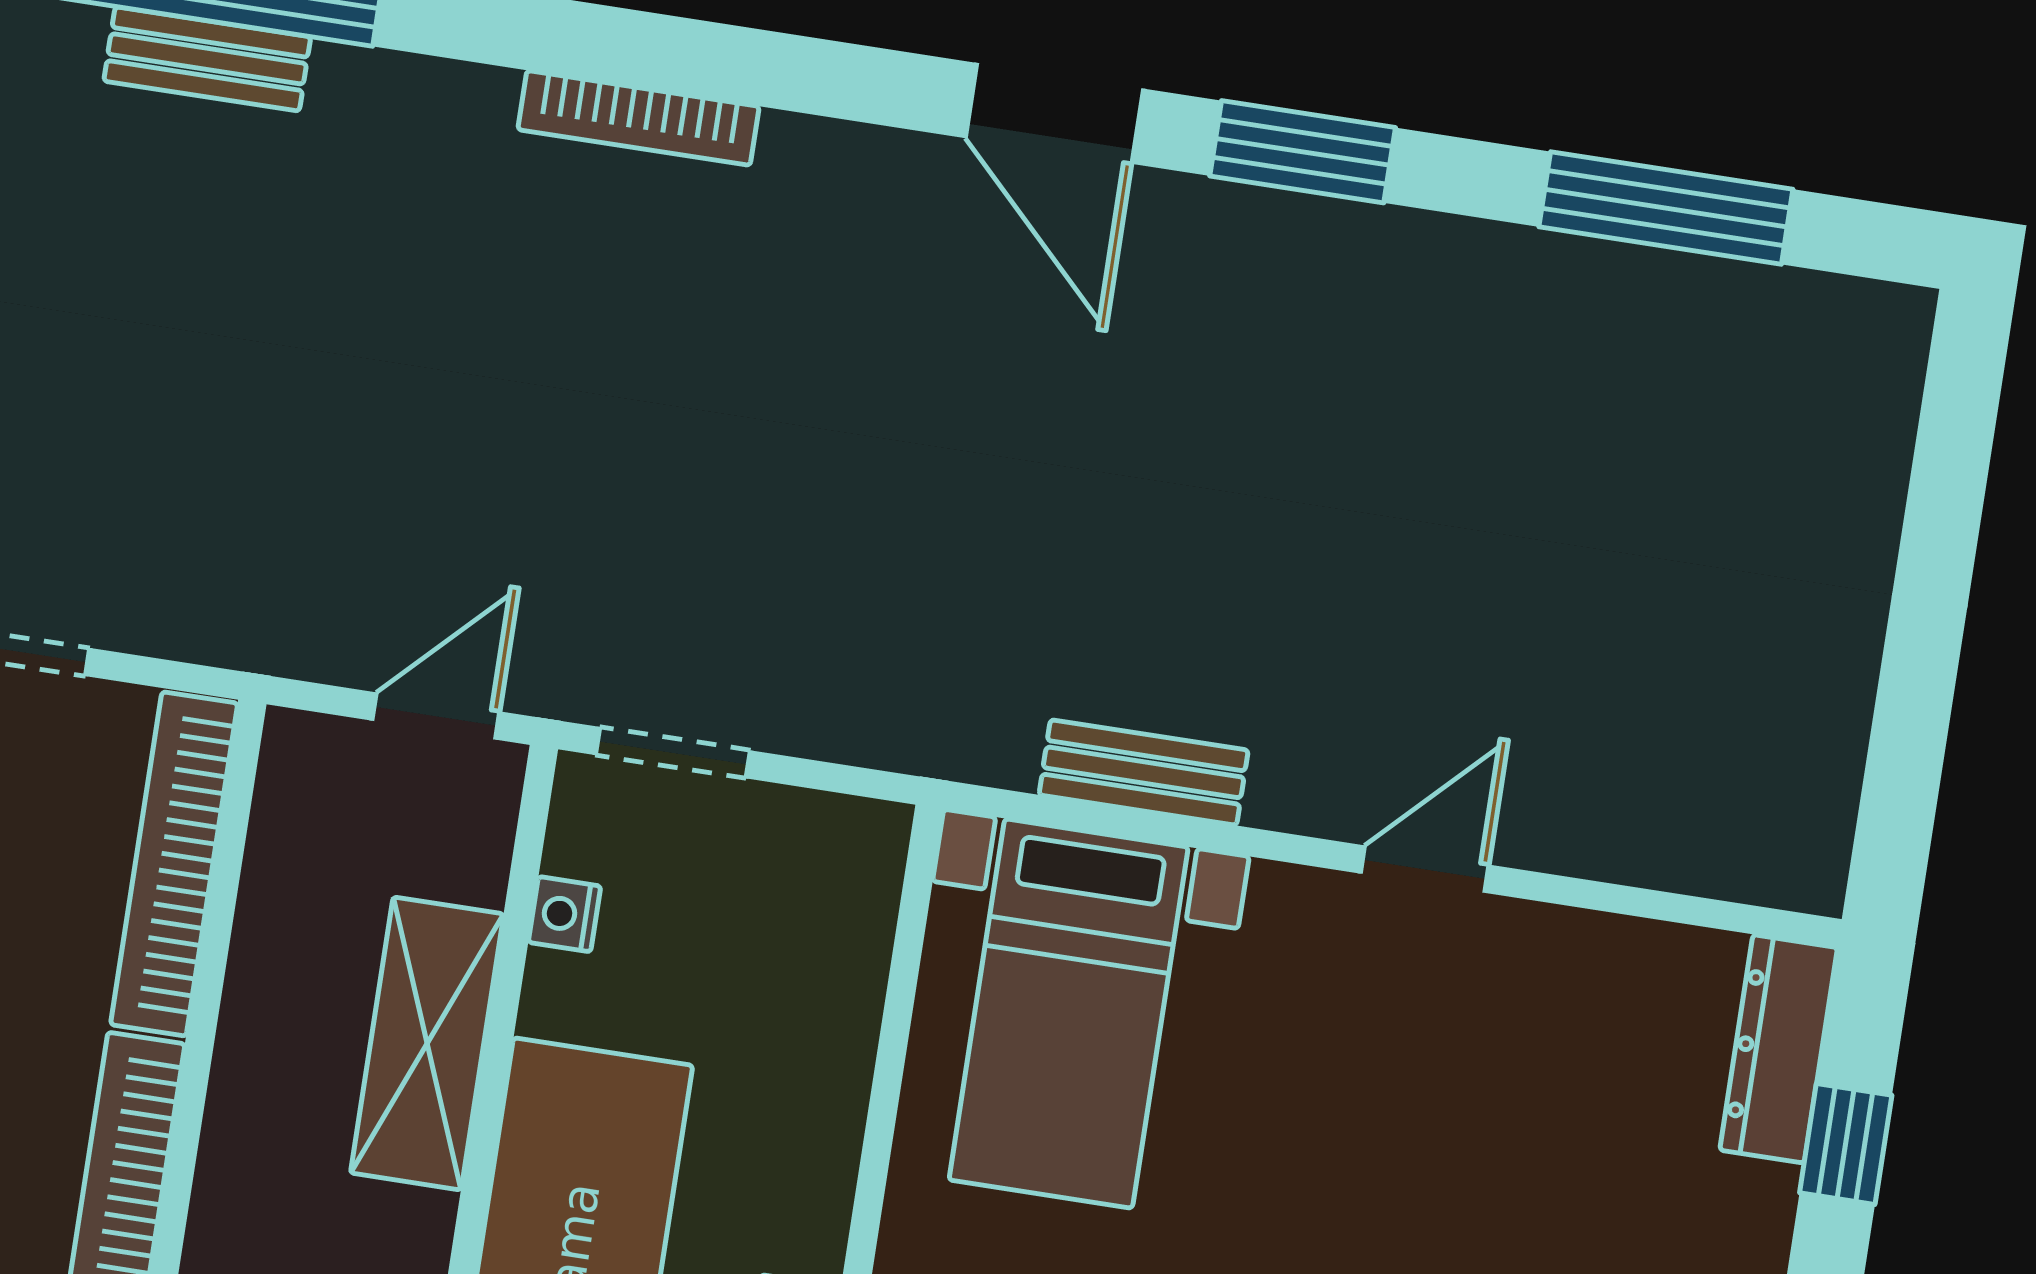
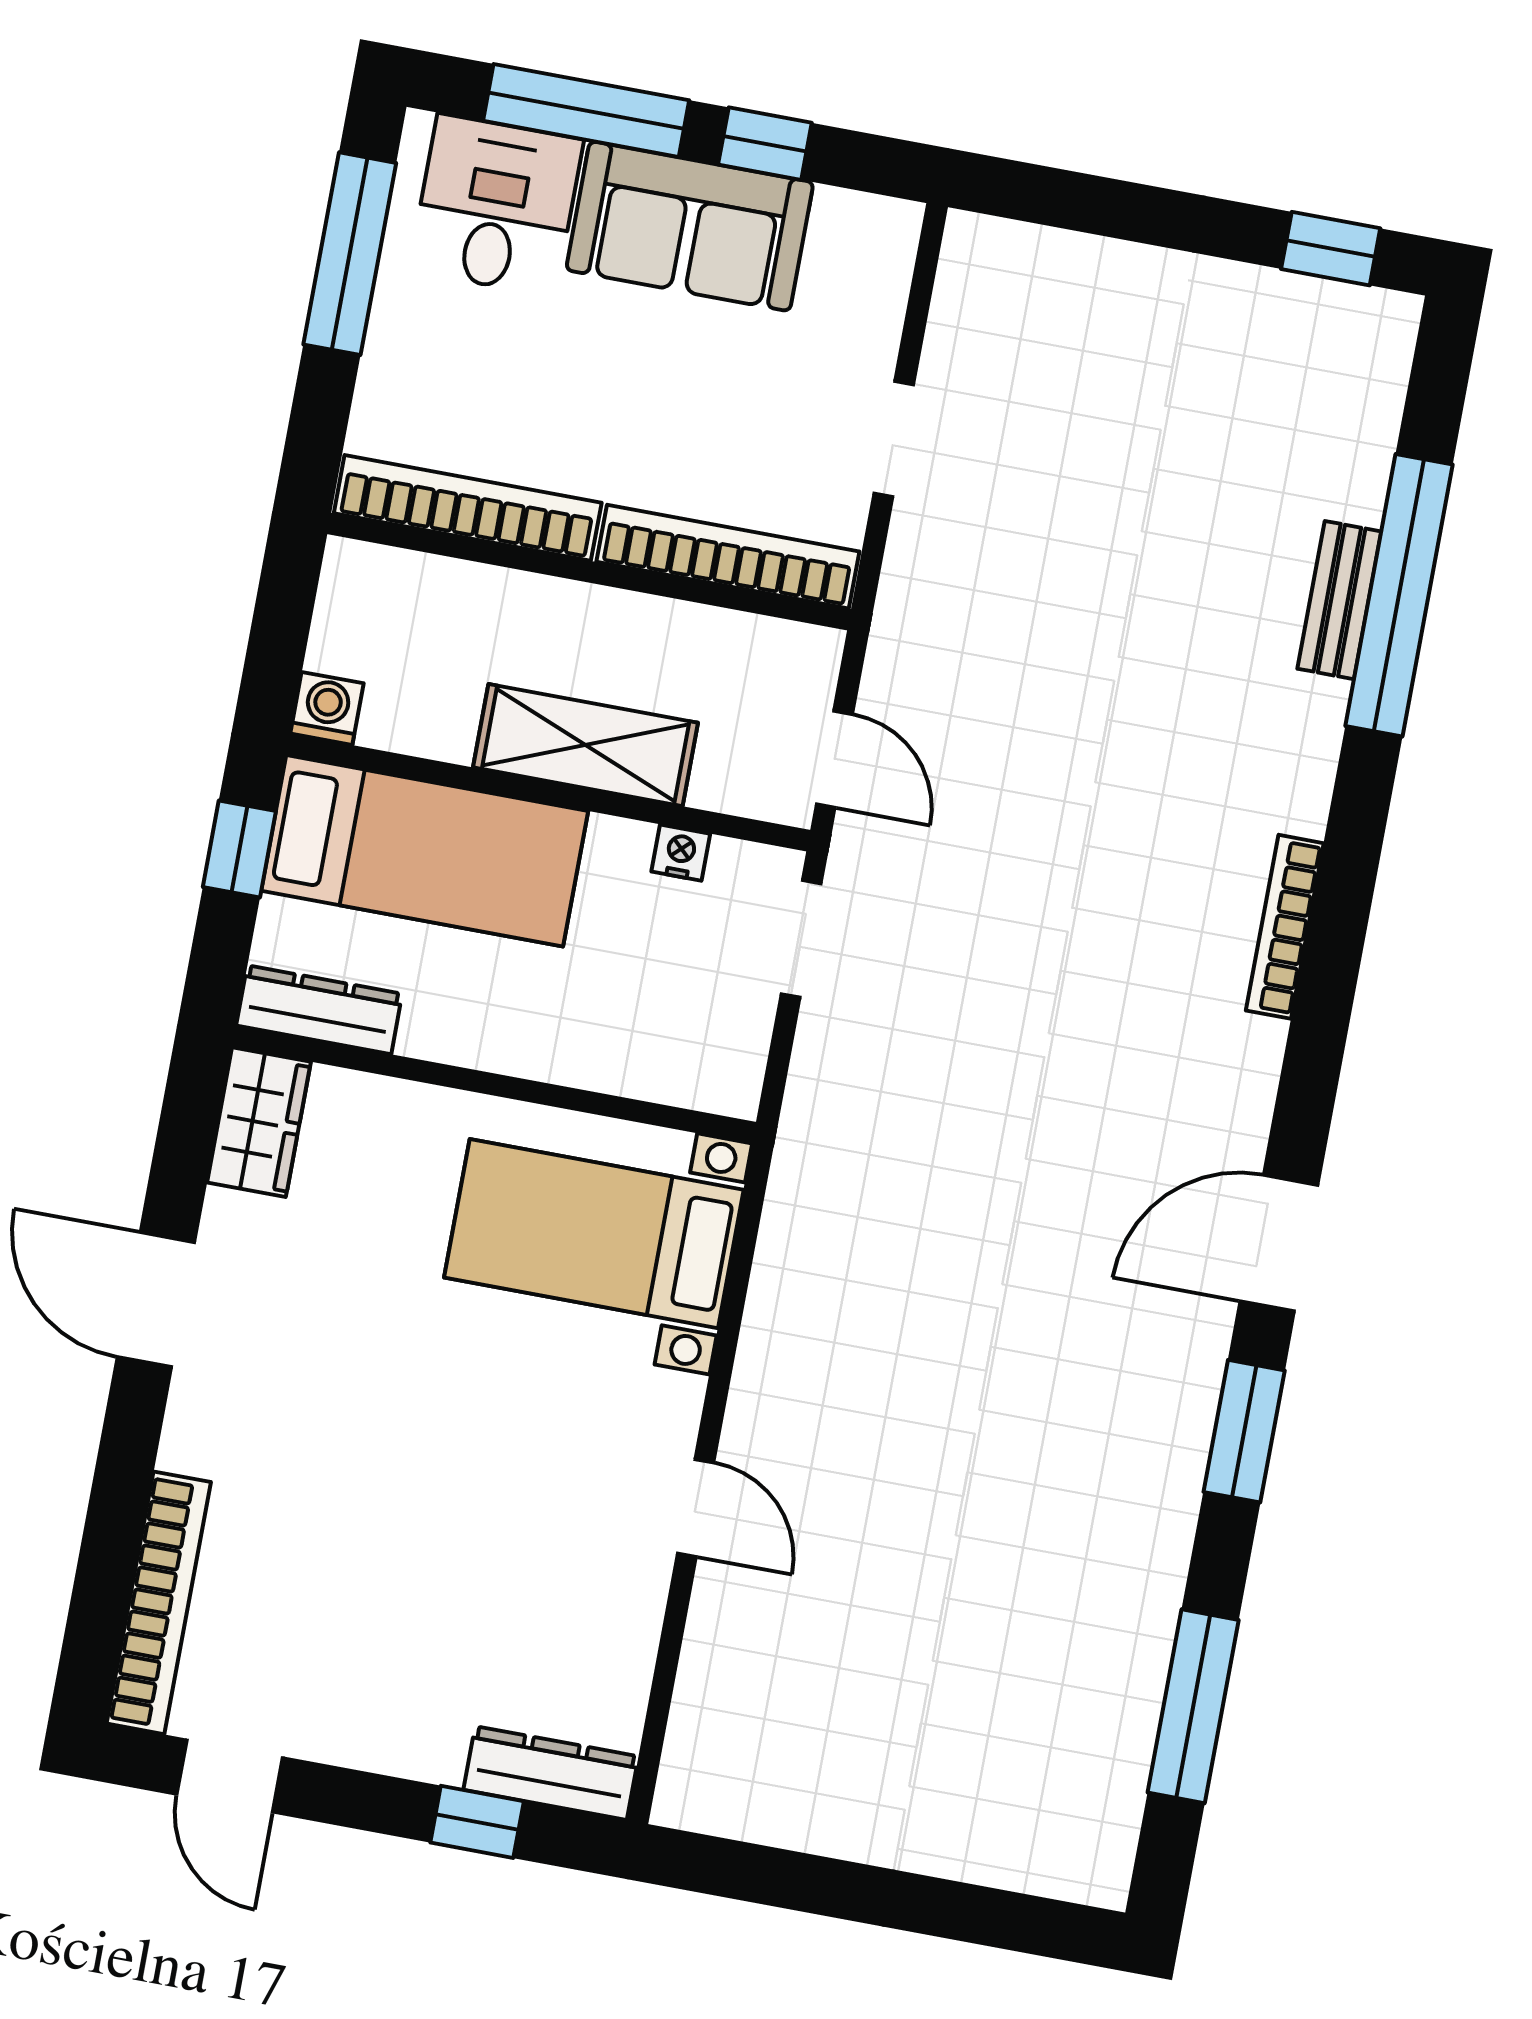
bench: (1144, 772) -> (776, 1296), removed

